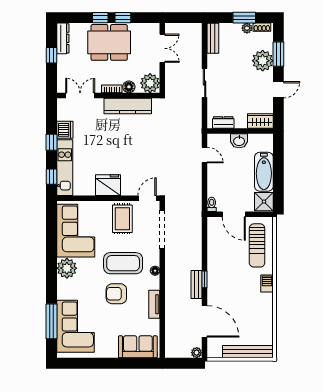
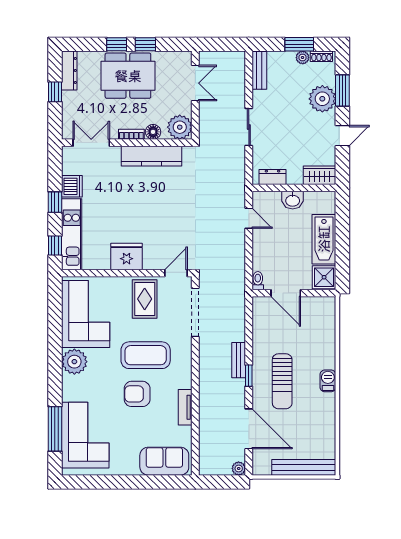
sun lounger: (257, 245) -> (282, 381), moved
floor lamp: (155, 271) -> (186, 365), removed
bench: (197, 284) -> (239, 360), moved

